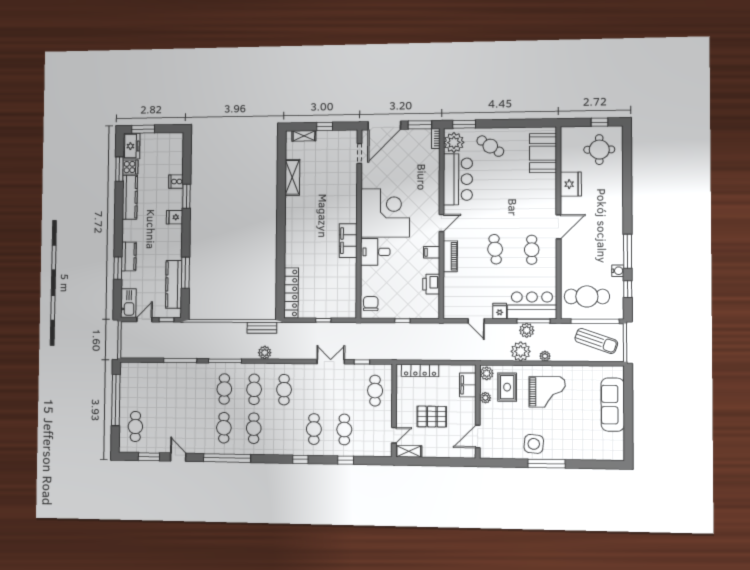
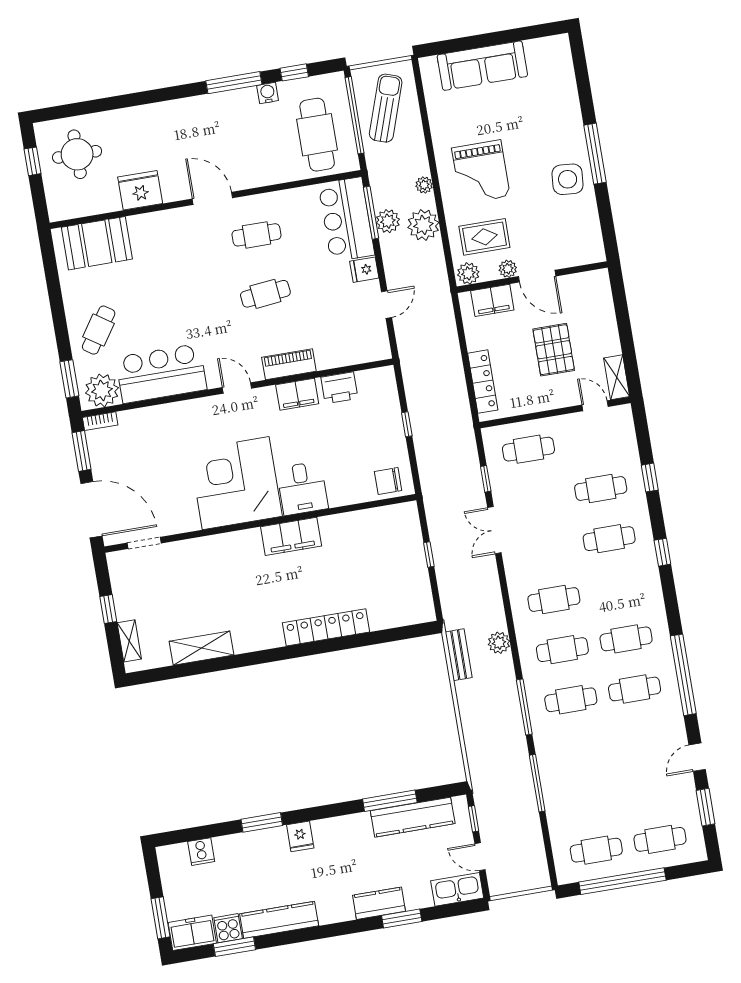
cooker: (176, 182) -> (201, 852), moved
filing cabinet: (432, 252) -> (297, 394), width x2.00
locker: (291, 293) -> (326, 627), moved
cafe table: (136, 388) -> (596, 850), added
grand piano: (547, 392) -> (481, 172), turned 180
door: (478, 436) -> (537, 276), moved

